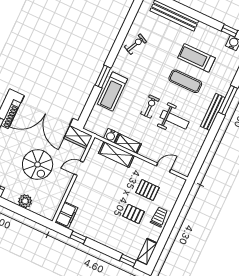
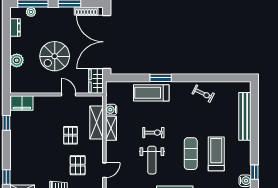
door: (164, 168) -> (104, 170), hinge flipped
pallet: (134, 214) -> (71, 135), moved

